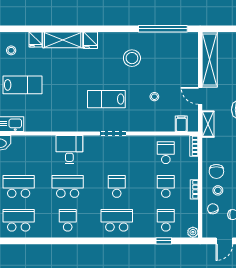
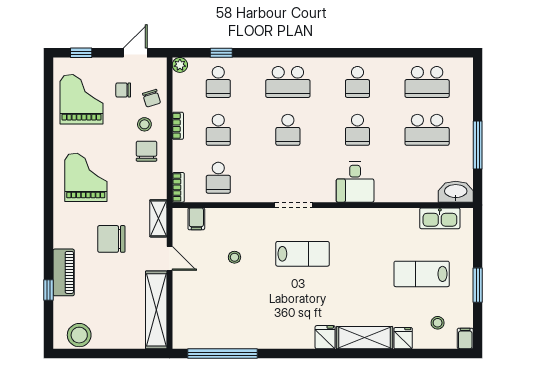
stool: (132, 58) -> (266, 312), removed
school desk: (68, 186) -> (357, 130), width x0.54

